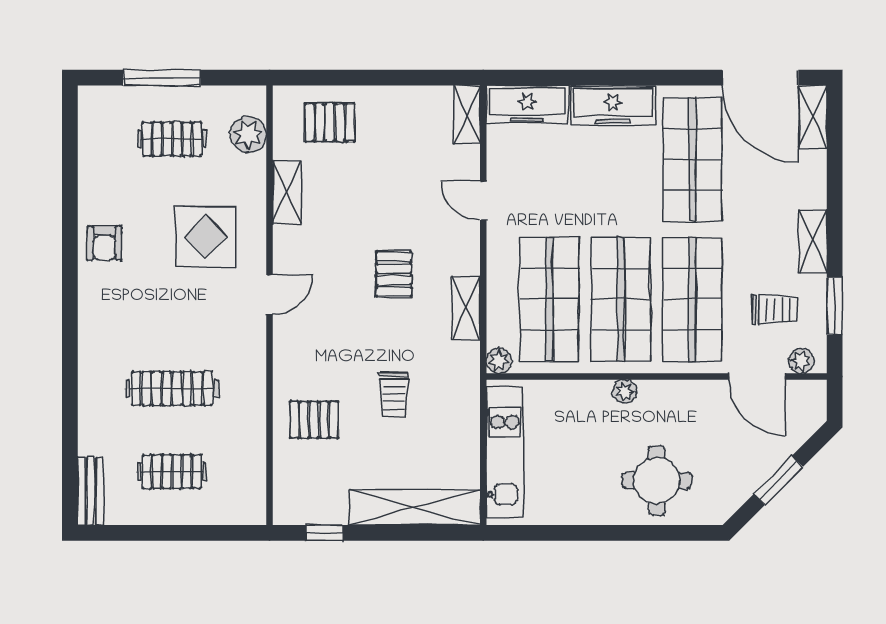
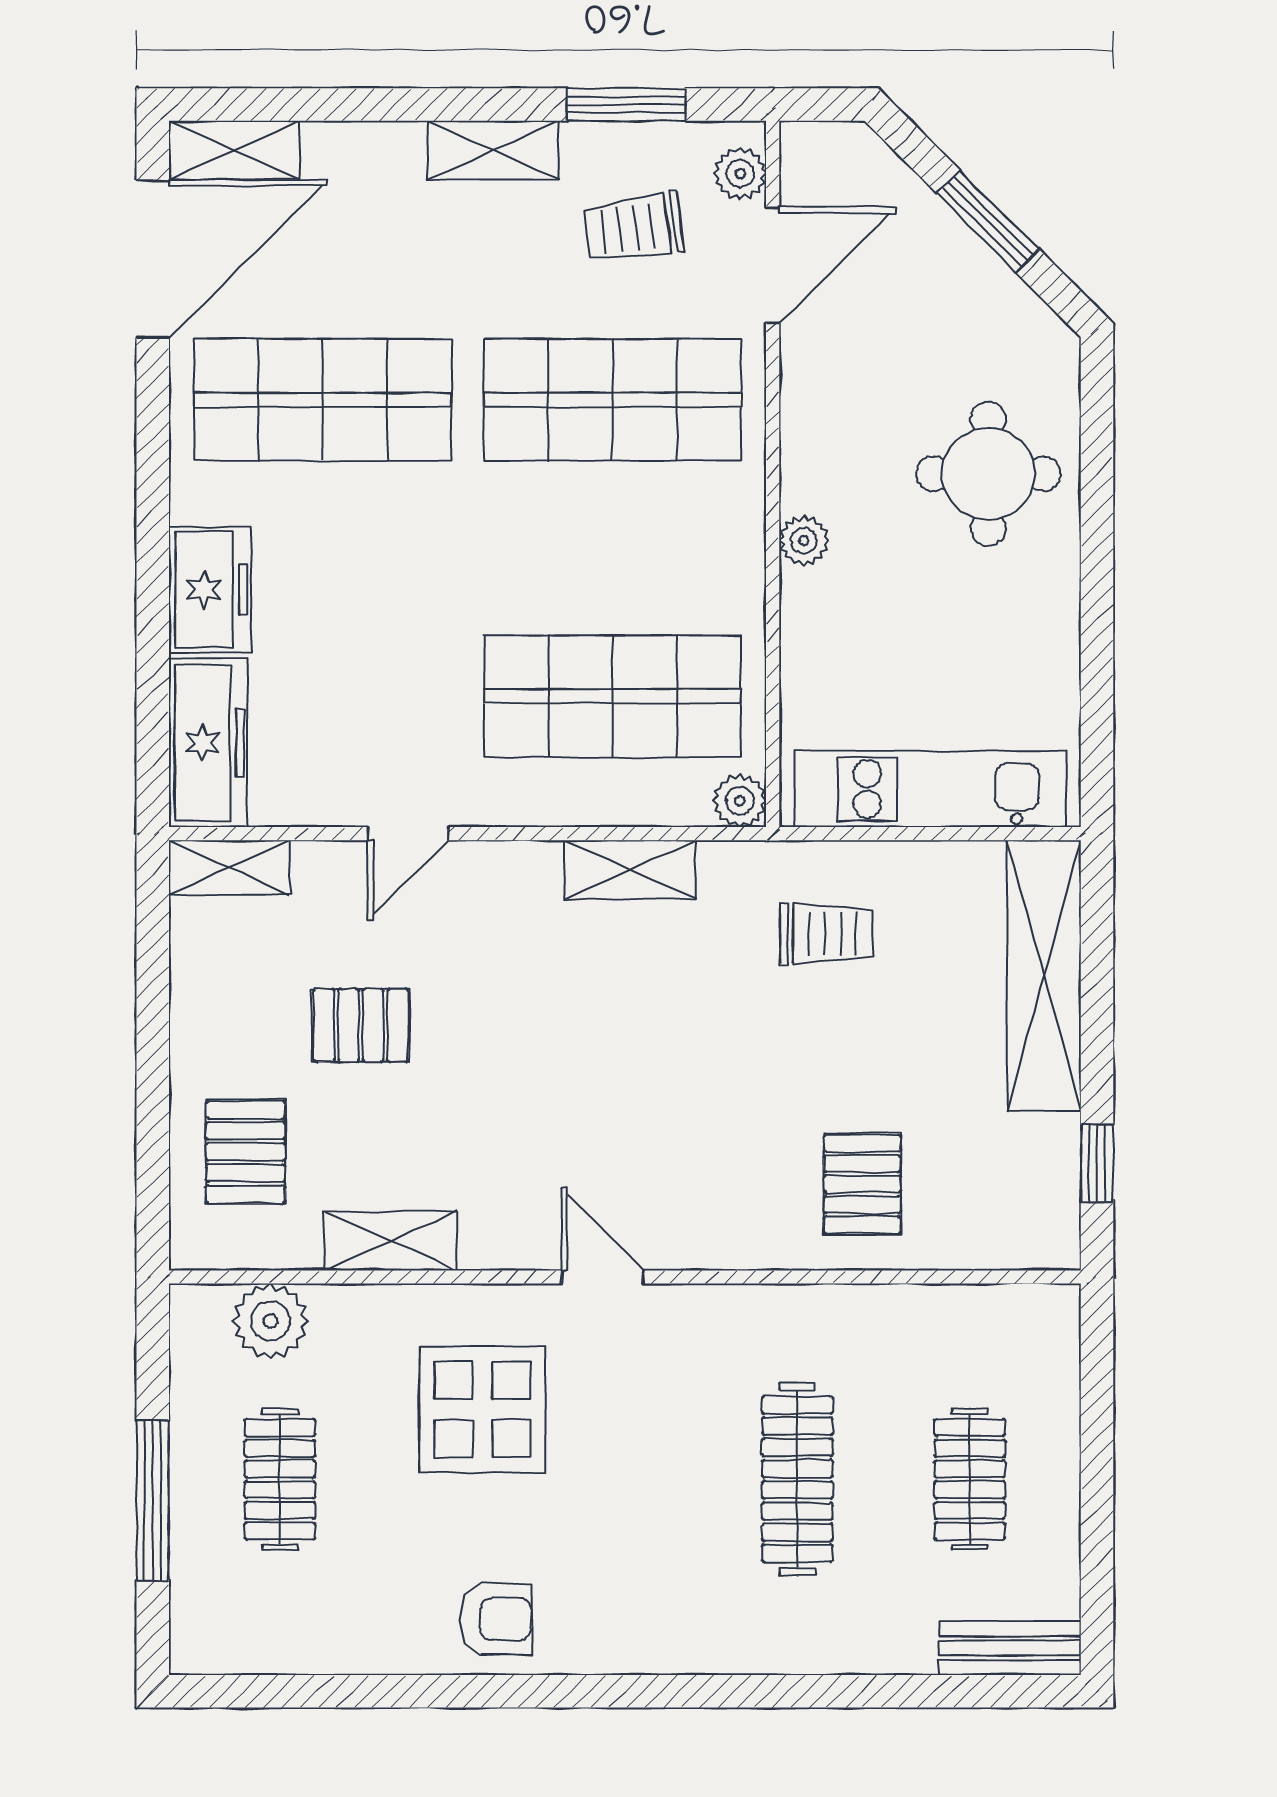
freezer: (613, 105) -> (210, 590), width x0.71
pallet: (394, 274) -> (361, 1025), moved
shop shelf: (621, 299) -> (612, 548), removed
trolley: (775, 310) -> (634, 228), turned -98
trolley: (394, 395) -> (826, 934), moved

